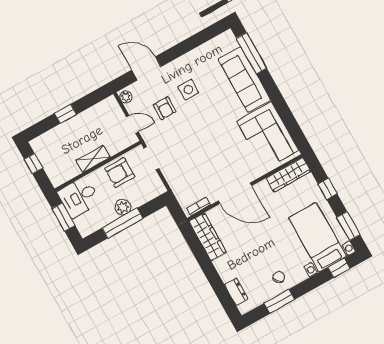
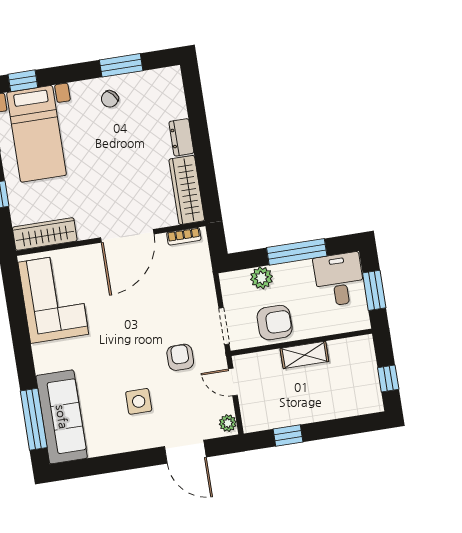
sofa: (244, 80) -> (62, 417), moved
armchair: (165, 108) -> (180, 357), moved
window: (65, 114) -> (288, 435), moved
door: (235, 193) -> (127, 236), swing flipped
desk: (79, 197) -> (339, 279), moved, turned -90
plant: (123, 207) -> (261, 278), moved
dresser: (236, 292) -> (181, 137), moved

